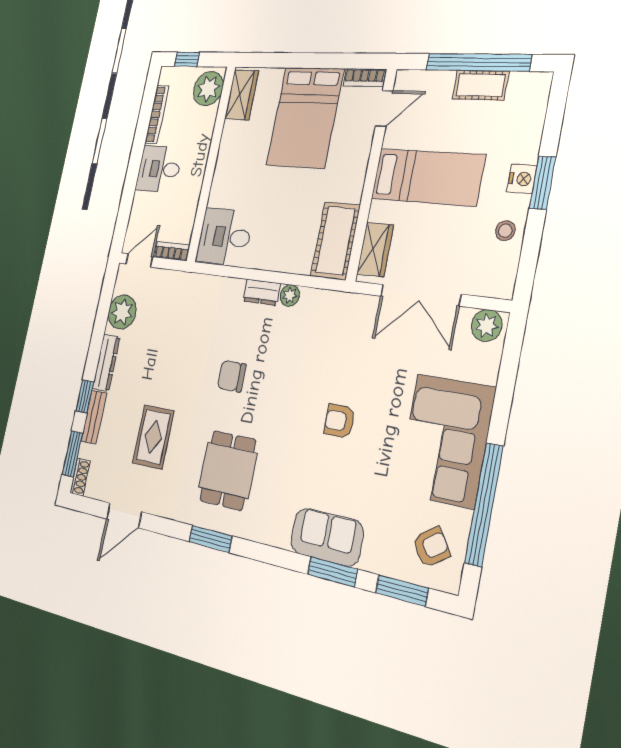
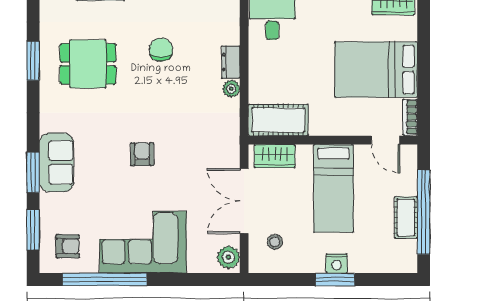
stool: (505, 231) -> (275, 242), moved
armchair: (431, 547) -> (68, 246), turned -55

